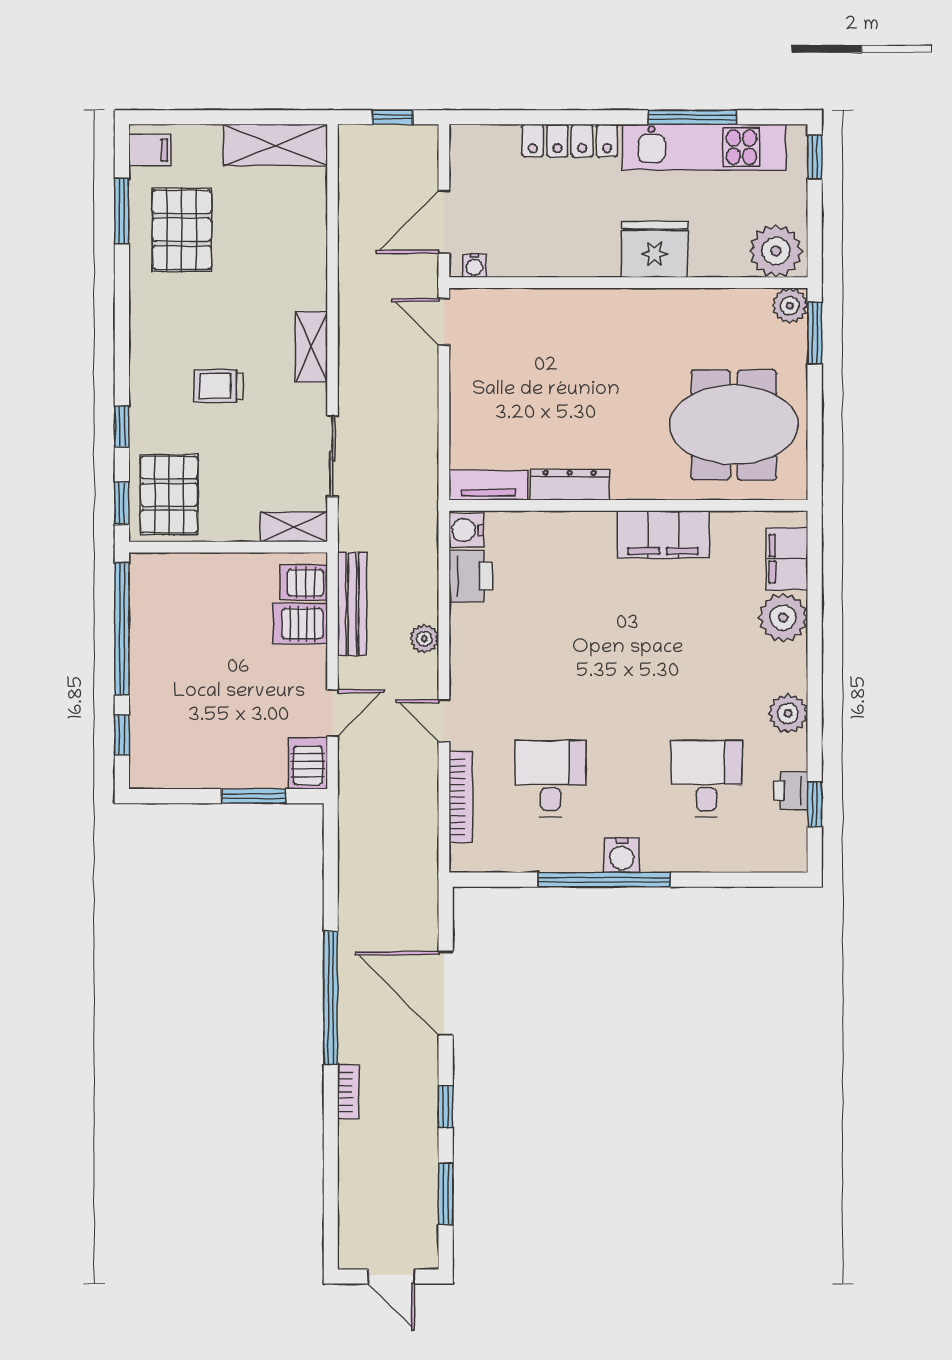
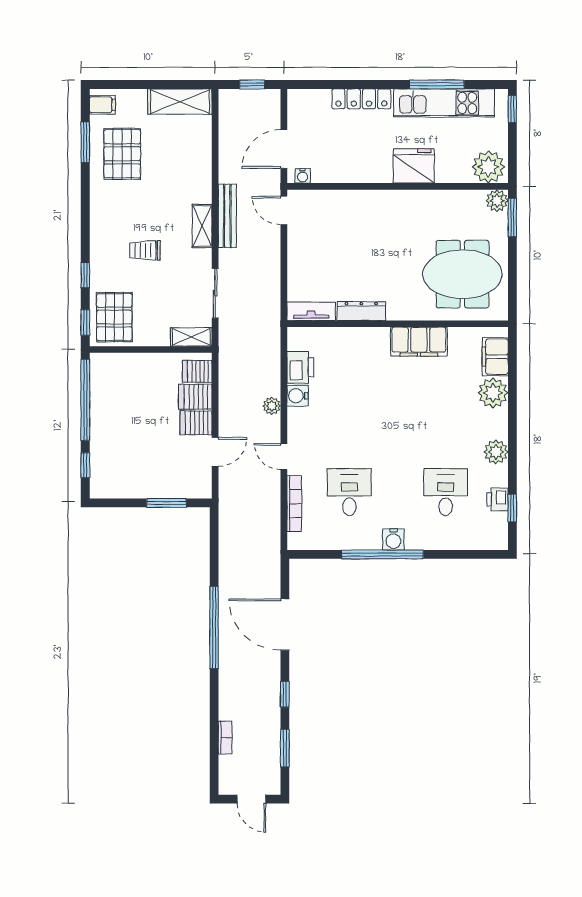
water cooler: (466, 530) -> (298, 396), moved
bench: (352, 604) -> (227, 216), moved
server rack: (308, 763) -> (196, 423), moved, turned -90
bookcase: (349, 1092) -> (225, 738), moved

